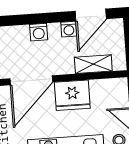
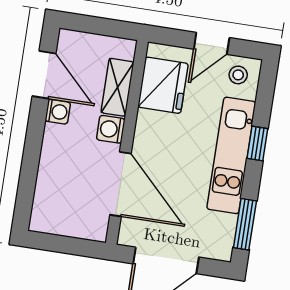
washing machine: (39, 32) -> (111, 129), moved, turned 180
fridge: (72, 95) -> (163, 85), moved

